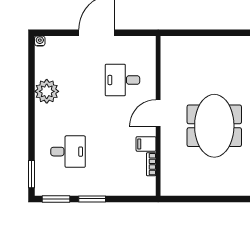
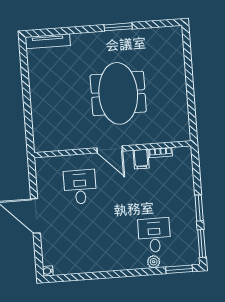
desk: (122, 80) -> (80, 187), turned 180
plant: (47, 91) -> (154, 262), moved, width x0.53, depth x0.53
meeting table: (214, 126) -> (118, 93), turned 90

